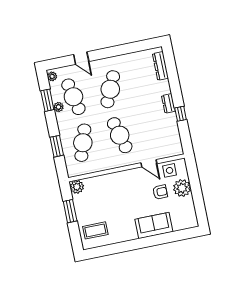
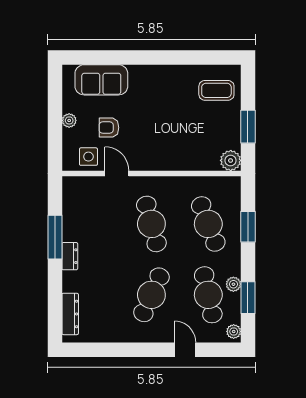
window: (181, 114) -> (55, 237), width x2.17
cafe table: (83, 143) -> (208, 224), turned -39
plant: (182, 188) -> (69, 120), width x0.53, depth x0.53
sofa: (154, 226) -> (101, 80), moved

